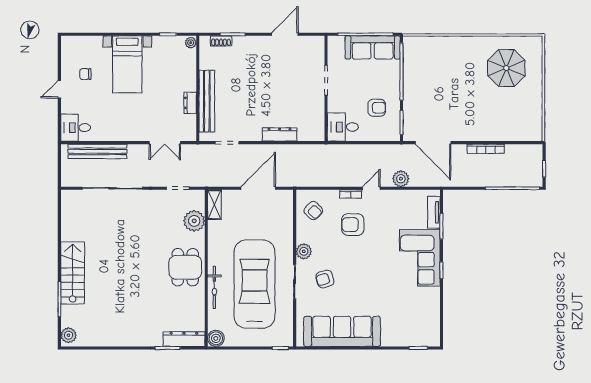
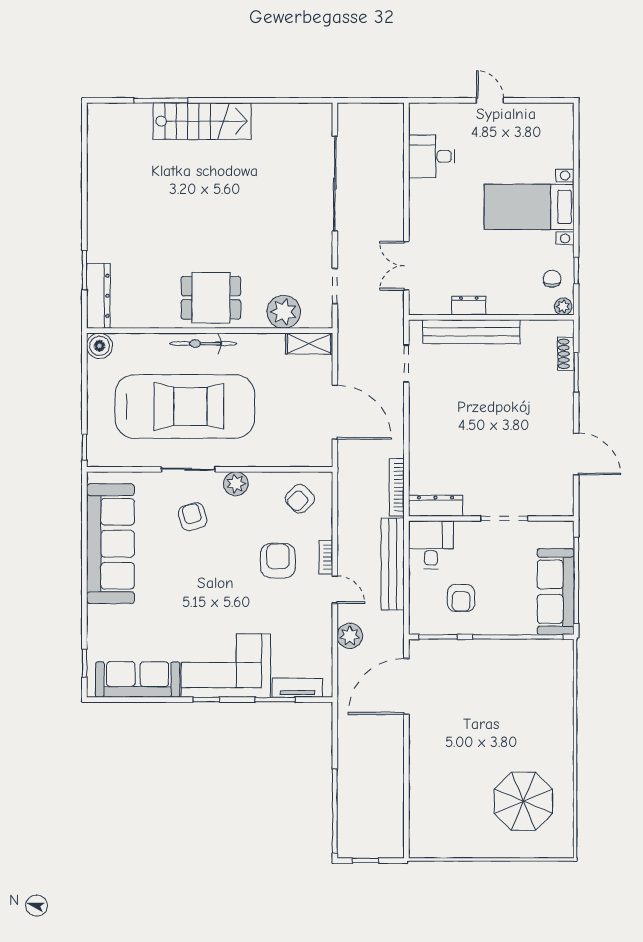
chair: (85, 74) -> (552, 279), moved
desk: (76, 128) -> (432, 156), moved, turned -90
dresser: (280, 135) -> (436, 506), moved, turned -90
bookcase: (486, 149) -> (397, 487), moved
bench: (97, 151) -> (393, 564), moved
bicycle: (214, 287) -> (203, 344), moved
sofa: (429, 314) -> (138, 679), added
plant: (69, 335) -> (104, 115), removed

